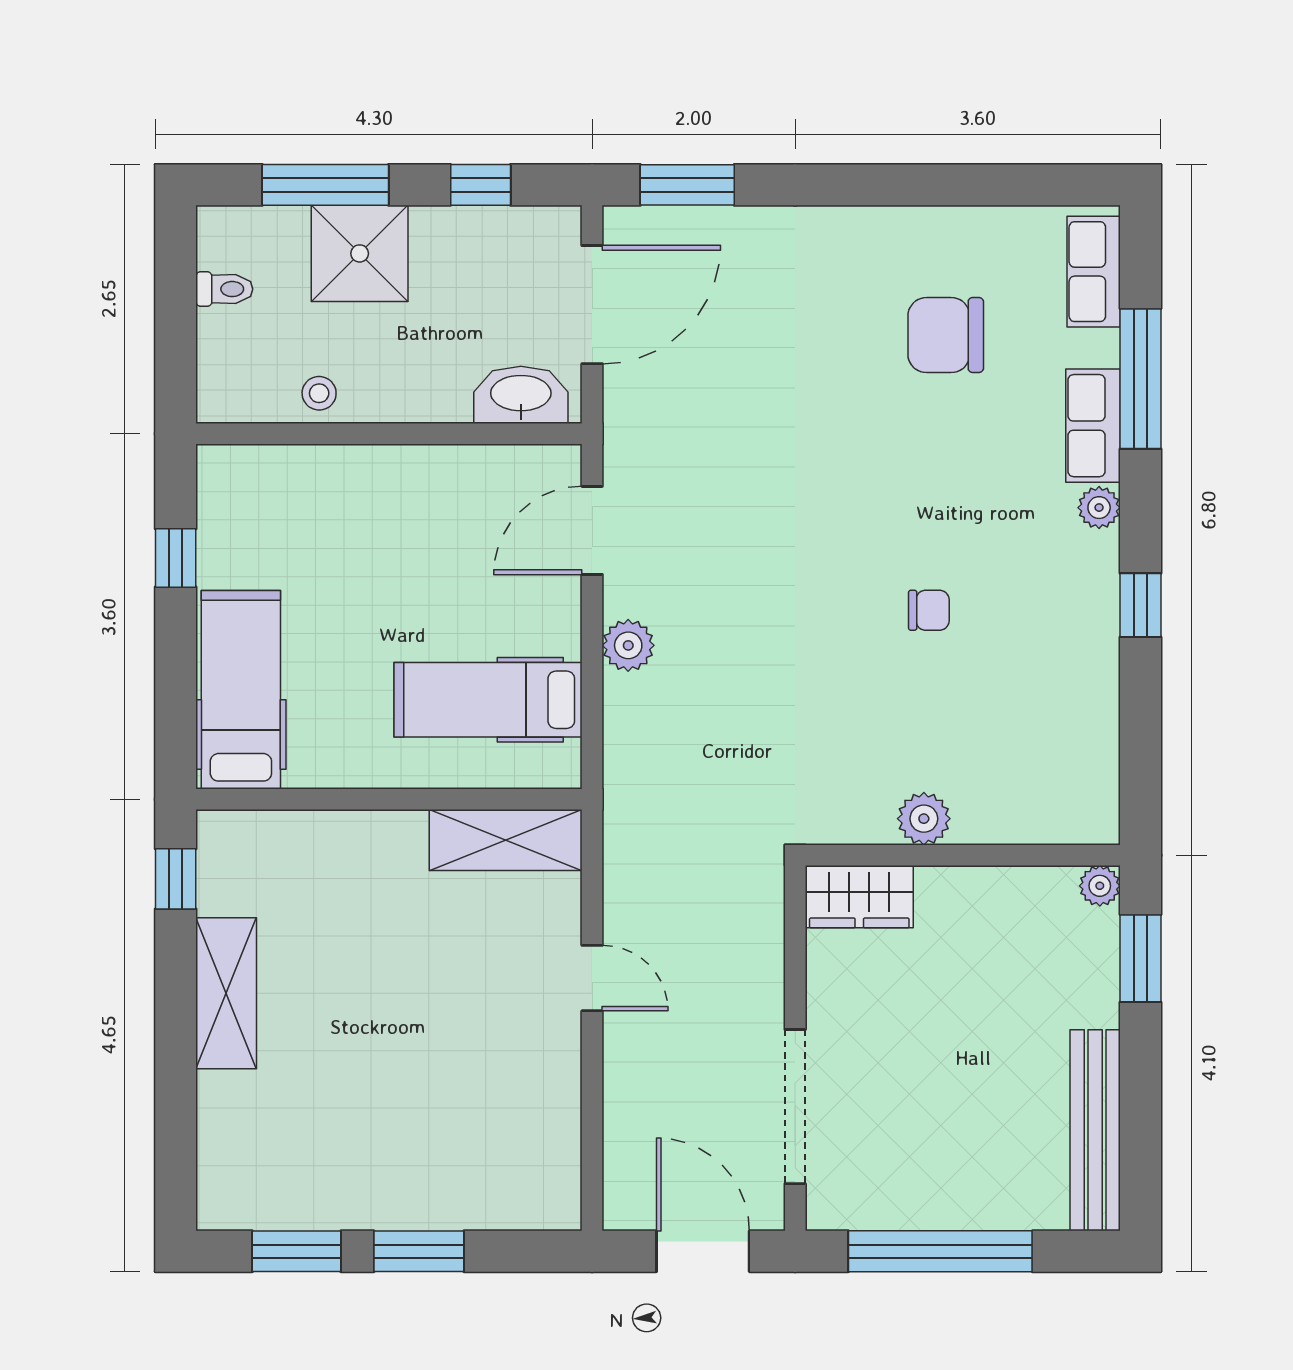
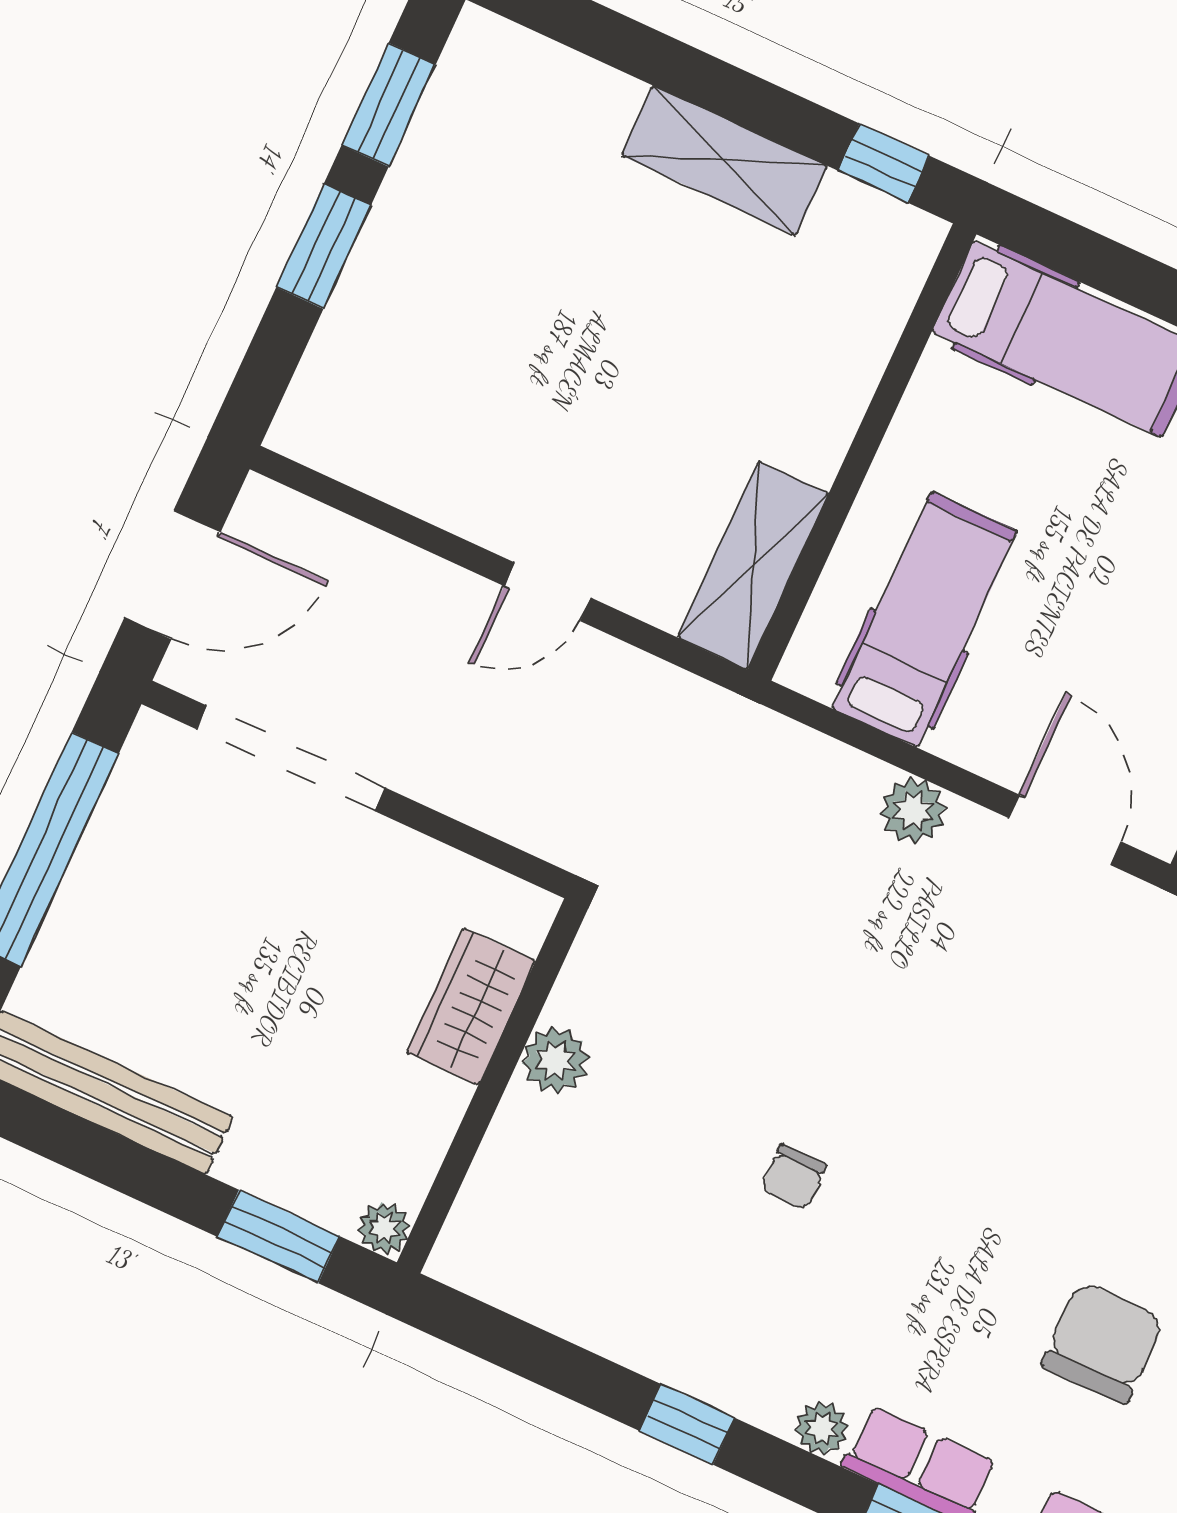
wardrobe: (859, 897) -> (471, 1006), moved

